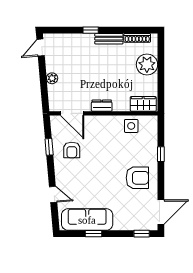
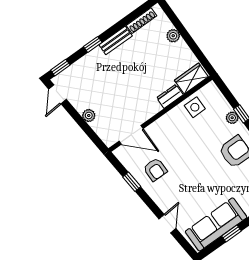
window: (56, 30) -> (60, 68), added
plant: (147, 65) -> (173, 36), width x0.53, depth x0.53
dresser: (102, 106) -> (170, 96), moved
plant: (152, 152) -> (232, 118), added
door: (53, 194) -> (167, 224), hinge flipped

